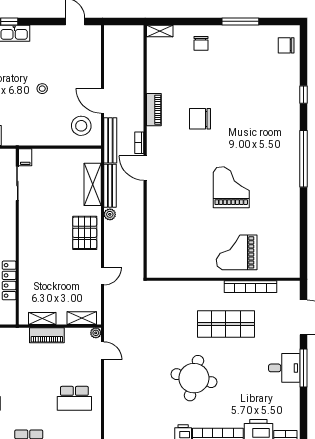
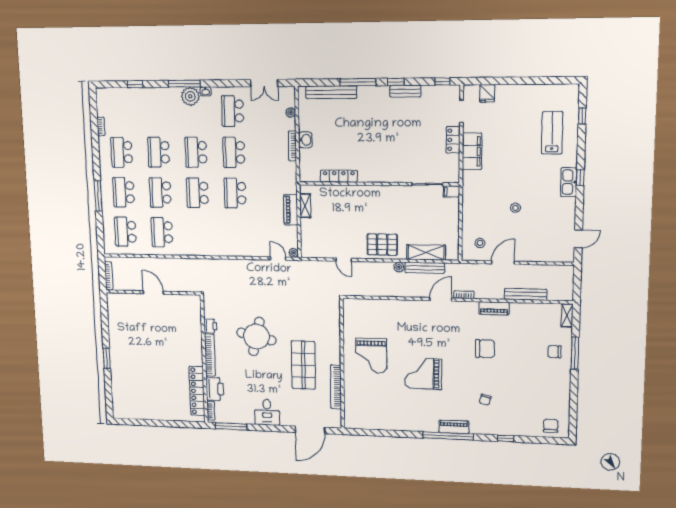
window: (240, 21) -> (575, 353), moved
chair: (259, 118) -> (485, 400), added
chair: (200, 119) -> (485, 349), turned 90
stool: (81, 126) -> (480, 243), width x0.53, depth x0.53
bench: (110, 140) -> (526, 294), moved
piano: (292, 152) -> (454, 427), added
grand piano: (231, 187) -> (423, 374), turned 180
grand piano: (237, 252) -> (371, 356), moved, turned 180
shelving: (82, 318) -> (306, 241), removed
door: (103, 351) -> (278, 259), swing flipped
window: (303, 368) -> (231, 426), moved
school desk: (74, 398) -> (235, 193), moved

